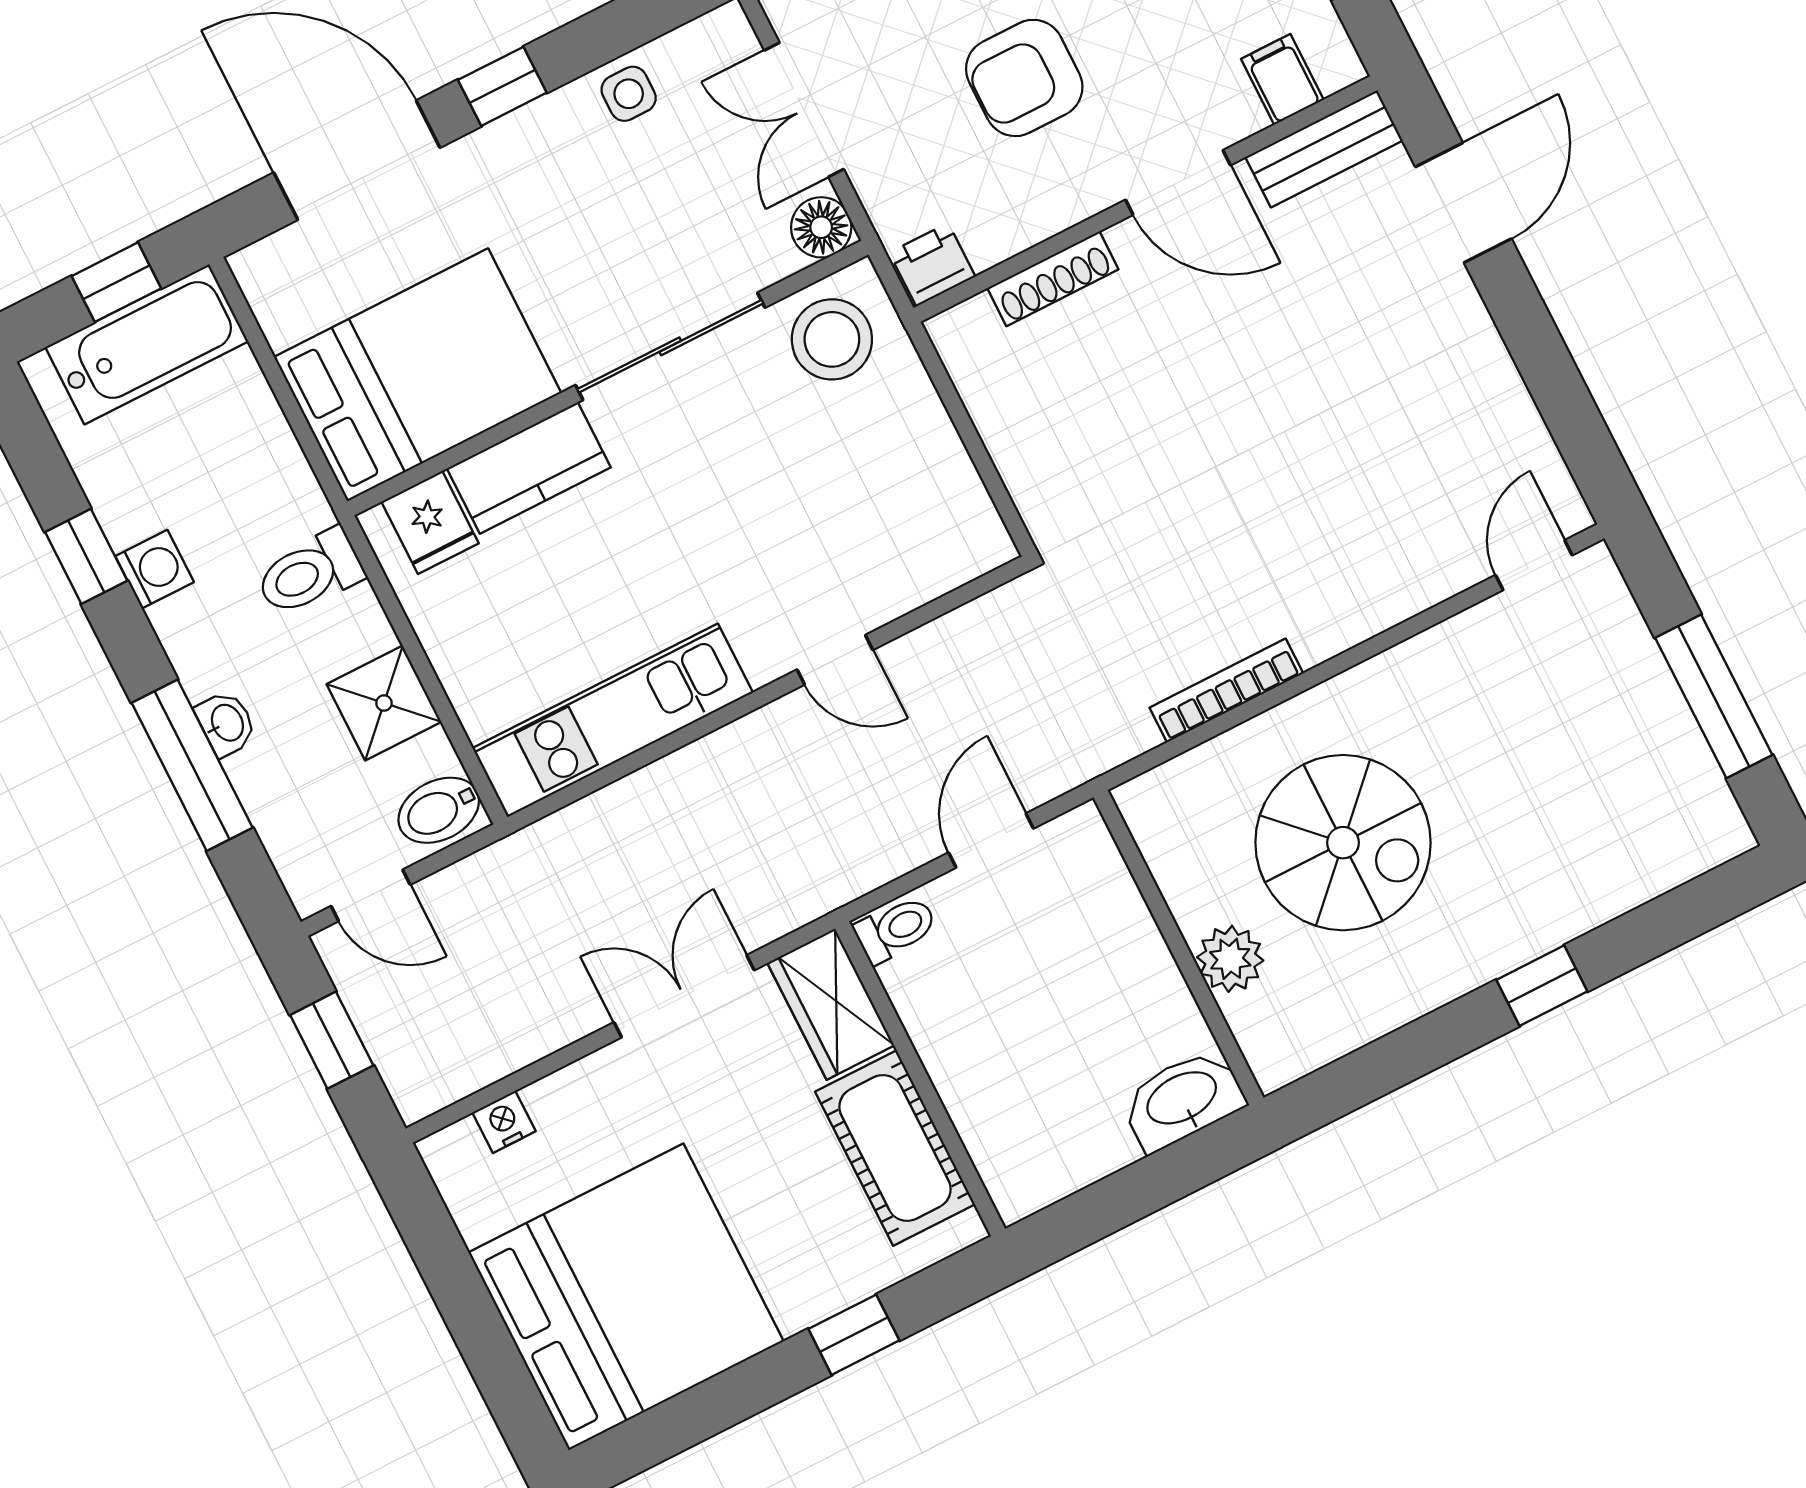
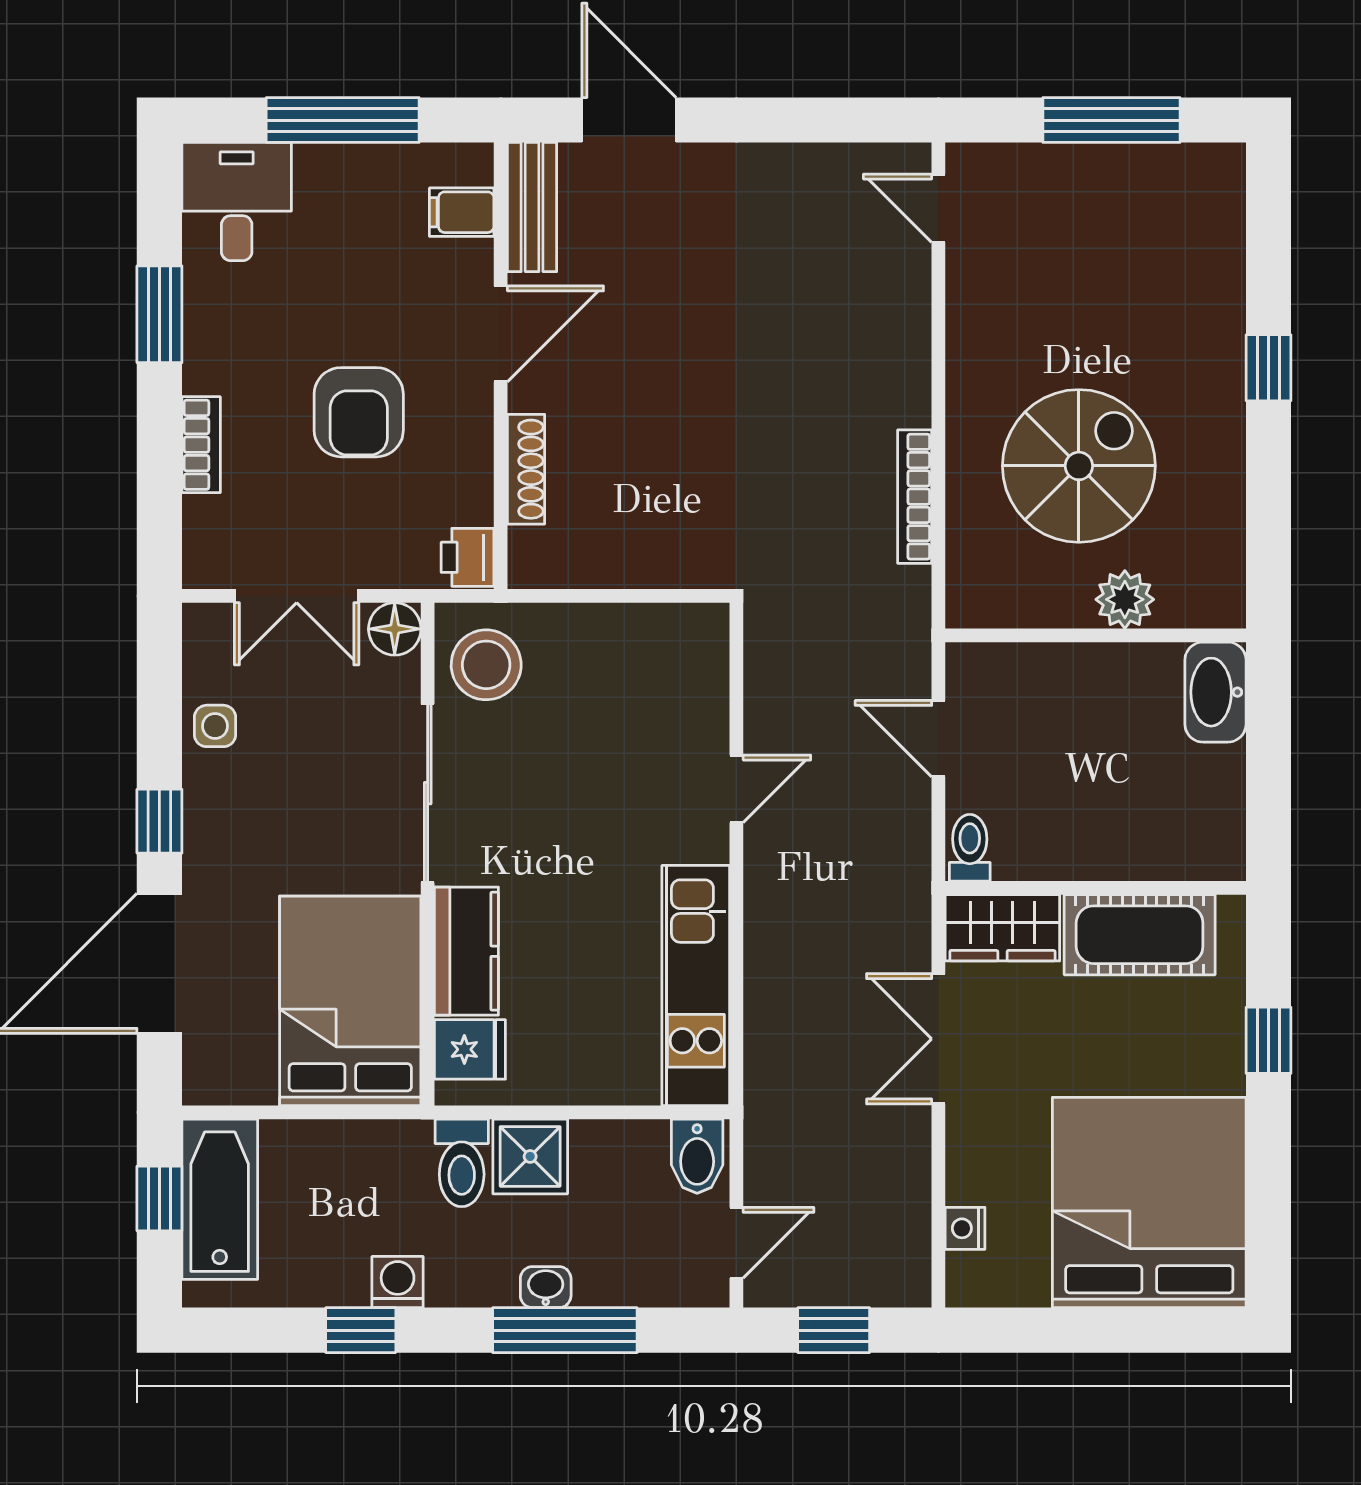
shower: (384, 703) -> (530, 1156), moved

